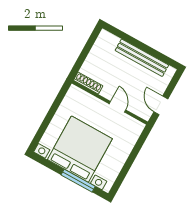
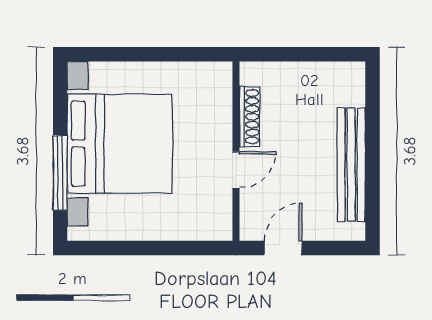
shoe rack: (88, 83) -> (250, 117), moved

